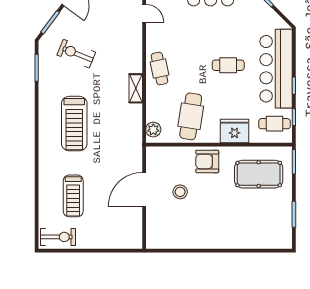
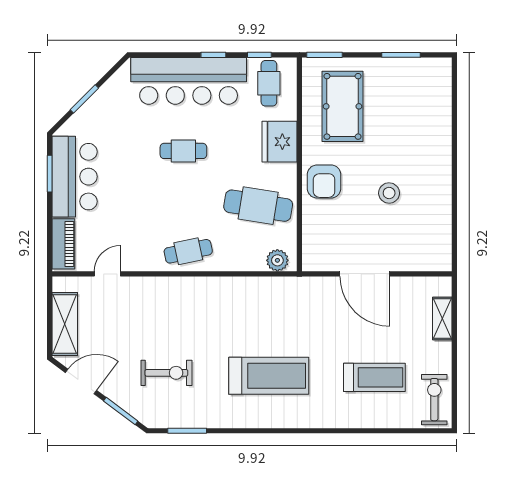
exercise bike: (76, 54) -> (166, 373), turned -112
cafe table: (228, 65) -> (183, 151), turned 90
shelving: (136, 88) -> (442, 318), moved, turned 90
stool: (180, 192) -> (389, 193), moved

